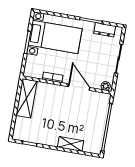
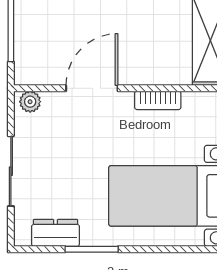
door: (79, 87) -> (92, 88), swing flipped

